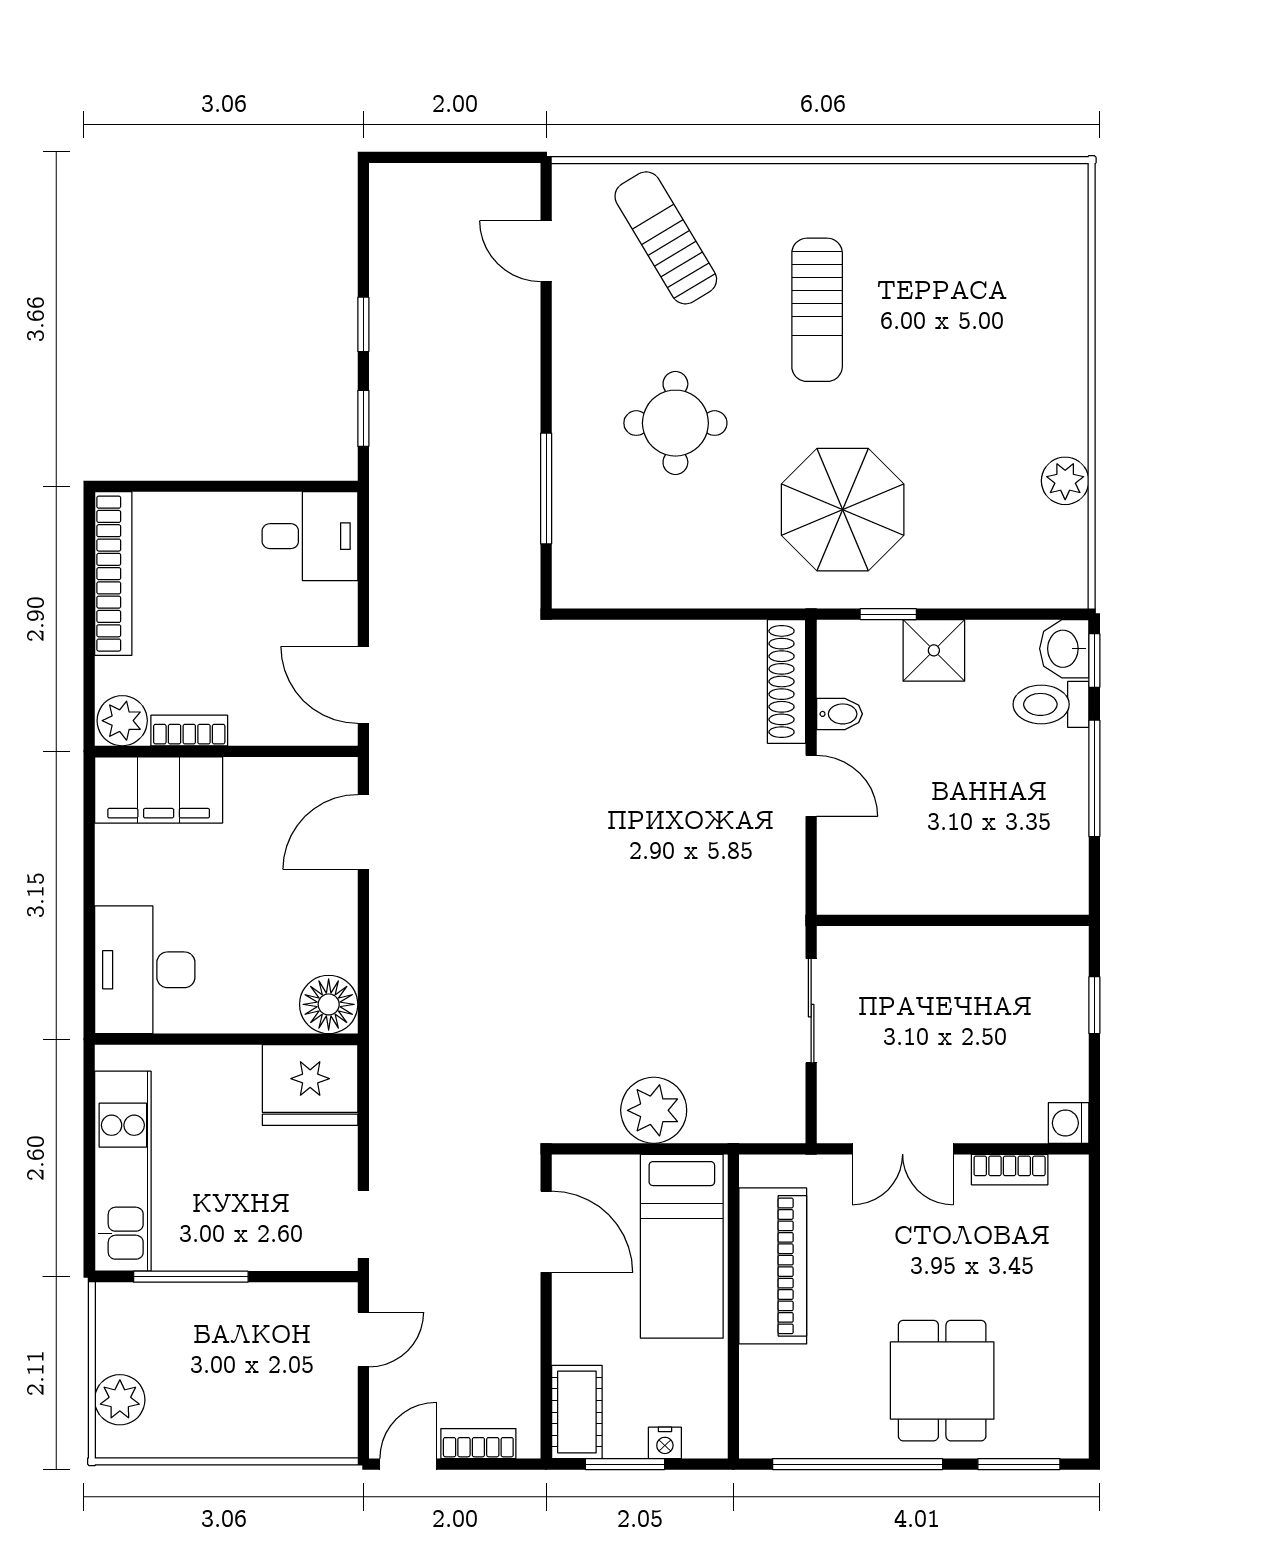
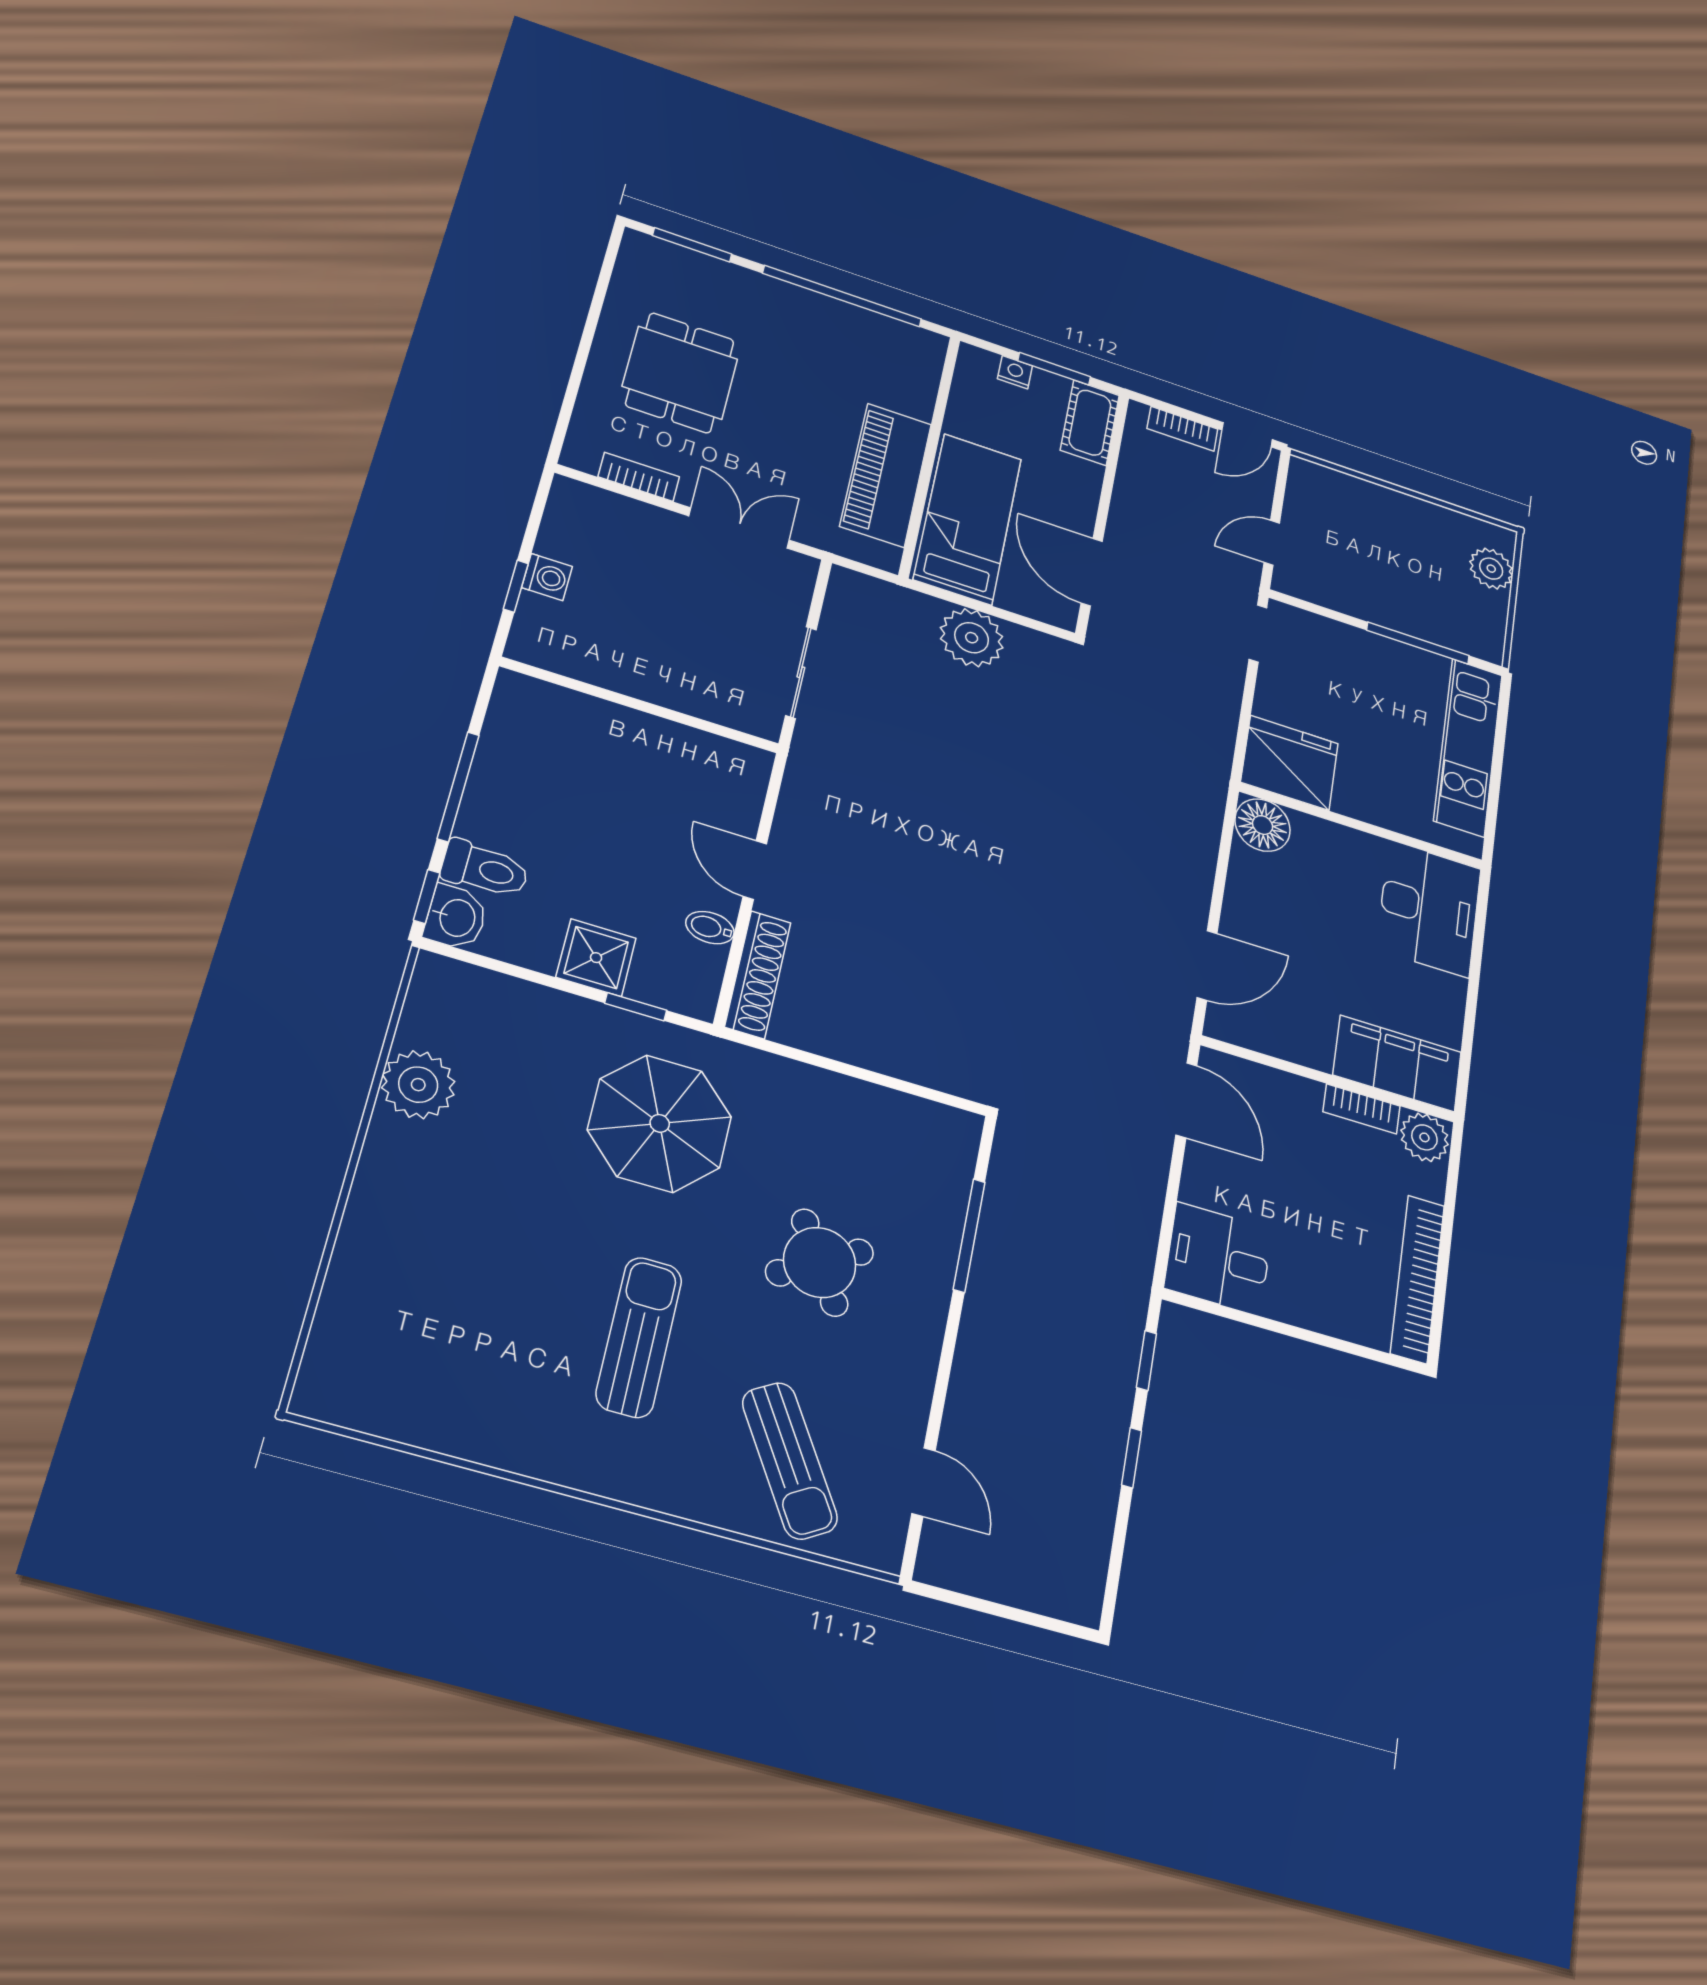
round table: (675, 423) -> (820, 1262), turned -31
plant: (1065, 481) -> (418, 1085), width x1.36, depth x1.36
washing machine: (1069, 1123) -> (547, 577), moved
dining table: (942, 1381) -> (680, 373), moved

